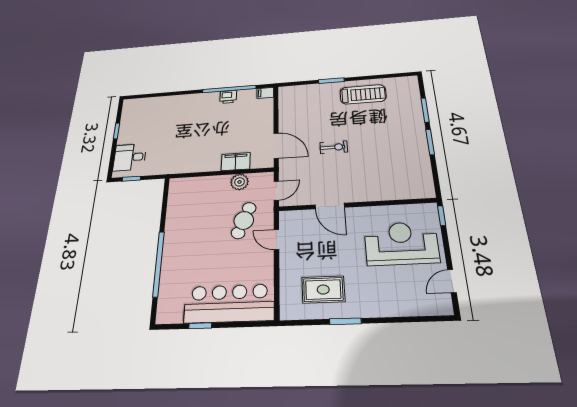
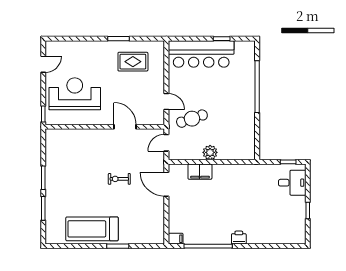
treadmill: (363, 94) -> (92, 229), width x1.37, depth x1.38
printer: (228, 97) -> (239, 238), moved
plant: (240, 182) -> (210, 152), moved
cafe table: (244, 220) -> (192, 119), turned 49
reception desk: (401, 243) -> (75, 94), turned 180

